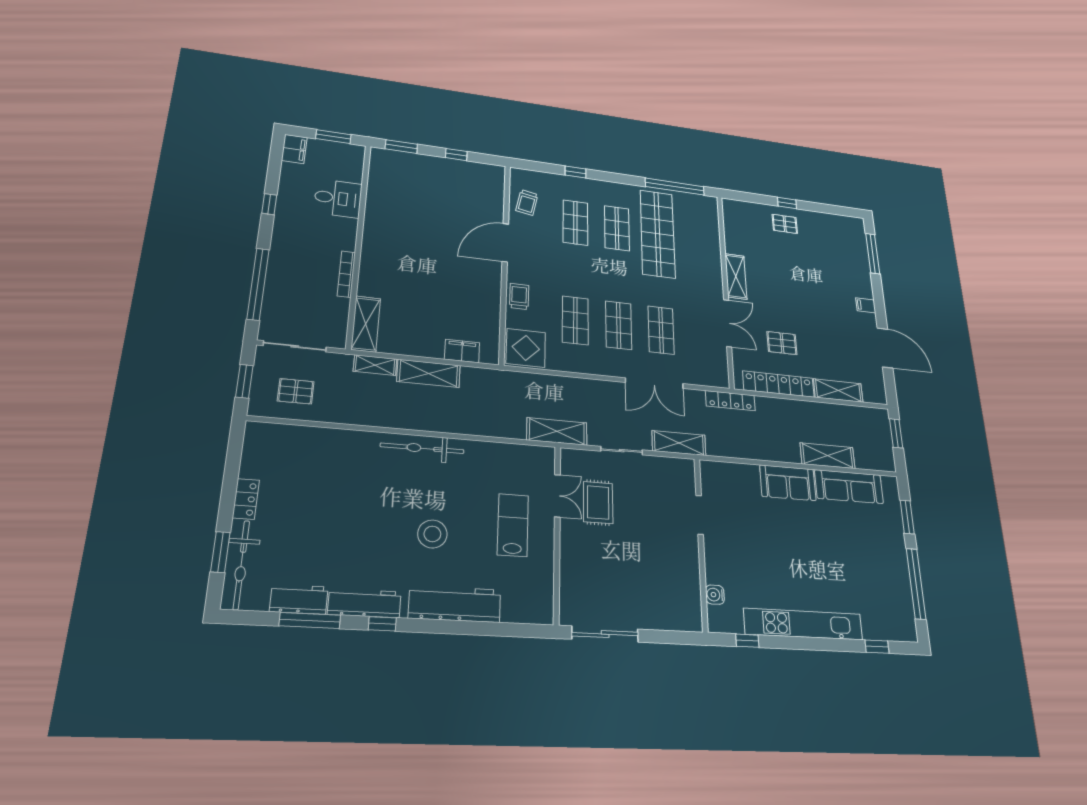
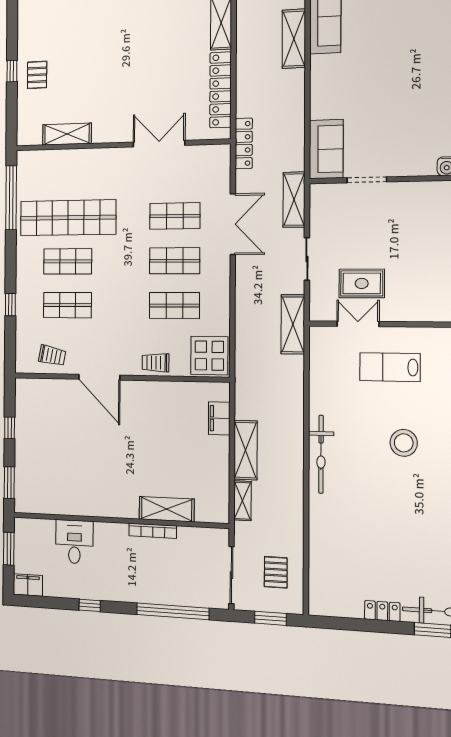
shelving: (736, 276) -> (67, 134), moved
shelving: (366, 324) -> (167, 509), moved
pallet: (782, 343) -> (174, 84), removed
sofa: (788, 483) -> (326, 149), moved

